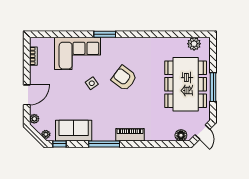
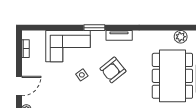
tv unit: (130, 42) -> (119, 35), added
armchair: (124, 78) -> (113, 70), turned -76

